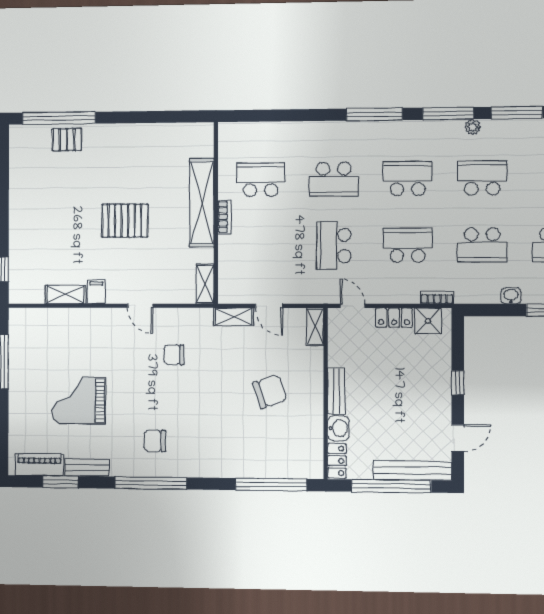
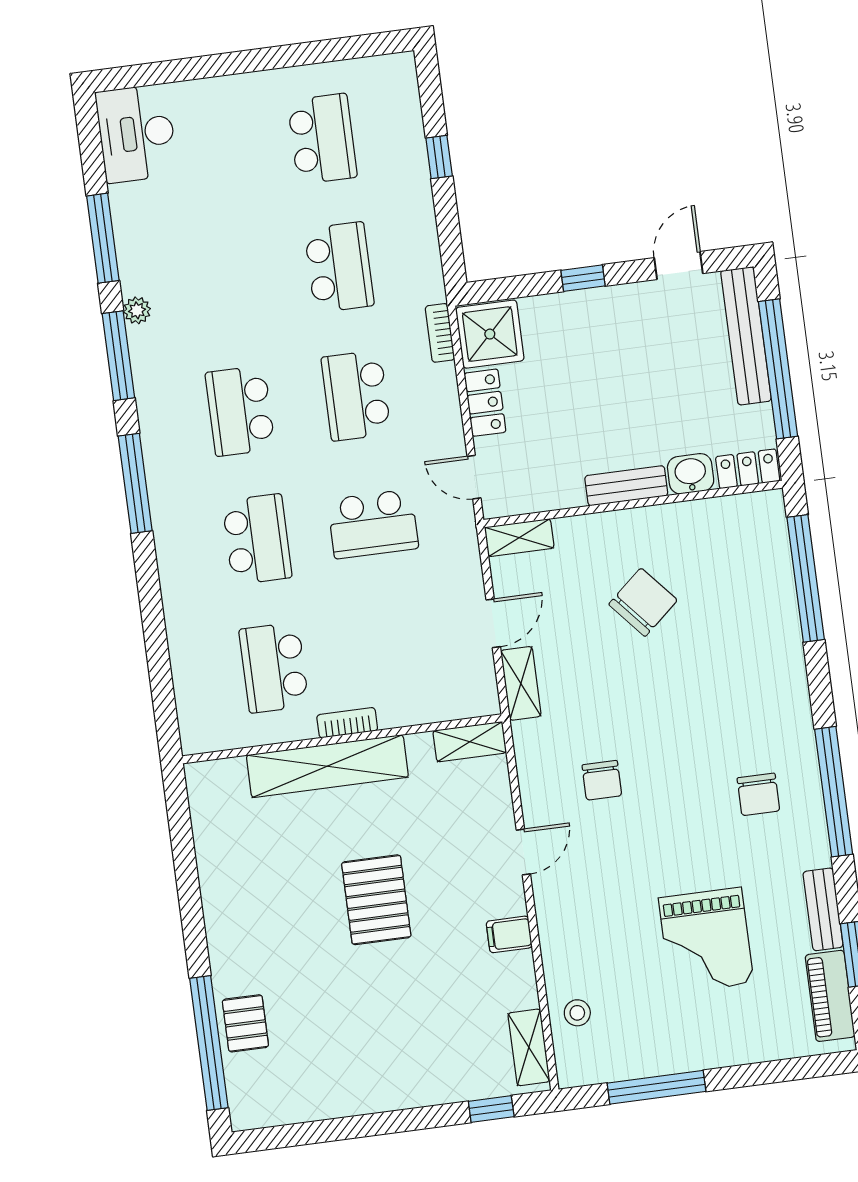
school desk: (482, 178) -> (223, 282), removed
shelving: (66, 294) -> (529, 1047), moved
washbasin: (511, 296) -> (421, 207), removed
door: (353, 306) -> (474, 477), hinge flipped
shower: (428, 321) -> (490, 334), width x1.36, depth x1.36
stool: (49, 324) -> (577, 1013), added
chair: (270, 391) -> (643, 602), turned 68
door: (458, 438) -> (679, 266), hinge flipped

